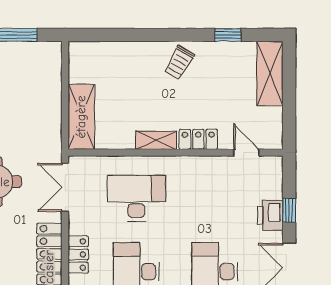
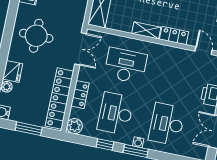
double door: (65, 187) -> (81, 49), swing flipped

